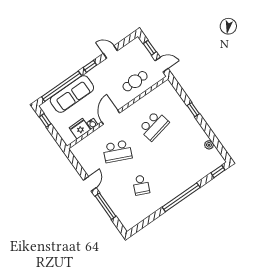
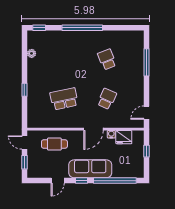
door: (110, 52) -> (58, 181), hinge flipped
sofa: (72, 94) -> (90, 169), moved
window: (45, 120) -> (146, 151), moved
school desk: (117, 151) -> (107, 99), width x0.54
door: (90, 184) -> (146, 113), moved
school desk: (141, 185) -> (107, 59), turned -45

